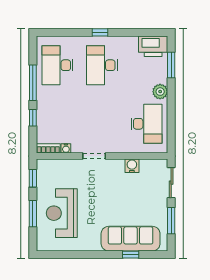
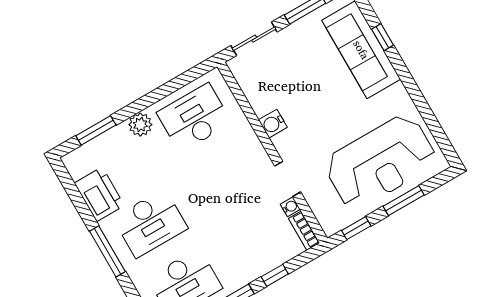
window: (100, 32) -> (107, 251), width x2.17
printer: (153, 46) -> (99, 194), moved
doorway: (94, 156) -> (288, 179), moved
water cooler: (132, 166) -> (273, 124), moved
reception desk: (62, 213) -> (380, 162), width x1.36, depth x1.30

